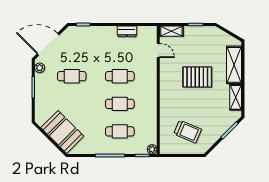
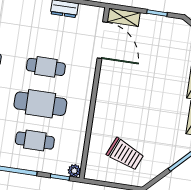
door: (158, 50) -> (102, 40), width x1.87
pallet: (197, 77) -> (149, 83), removed
cafe table: (120, 104) -> (40, 104), width x1.37, depth x1.35

